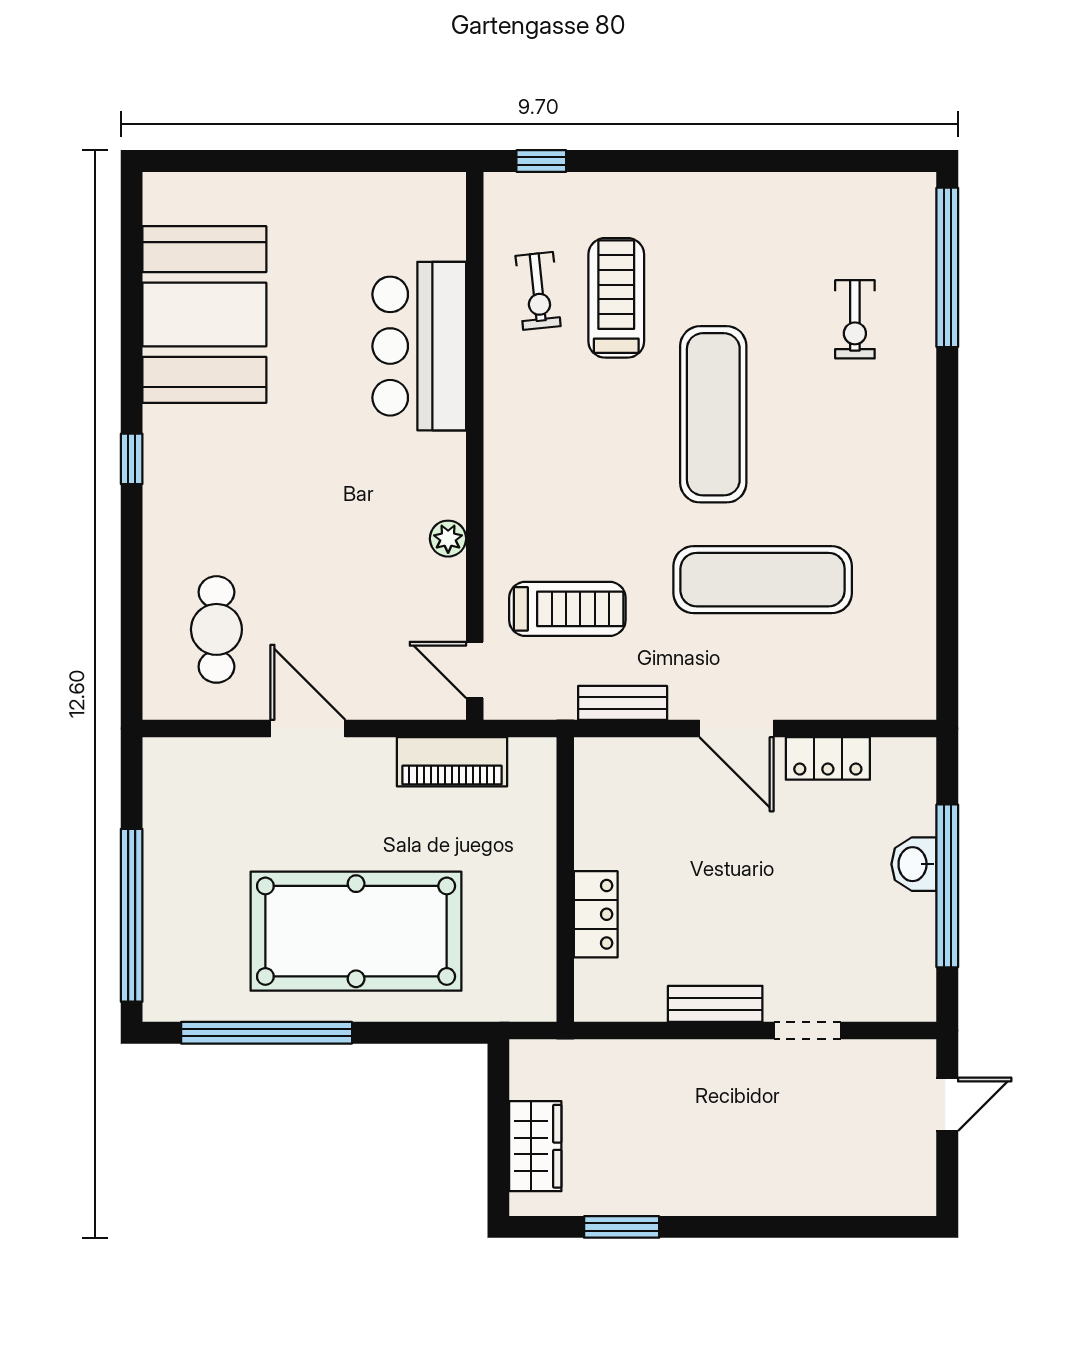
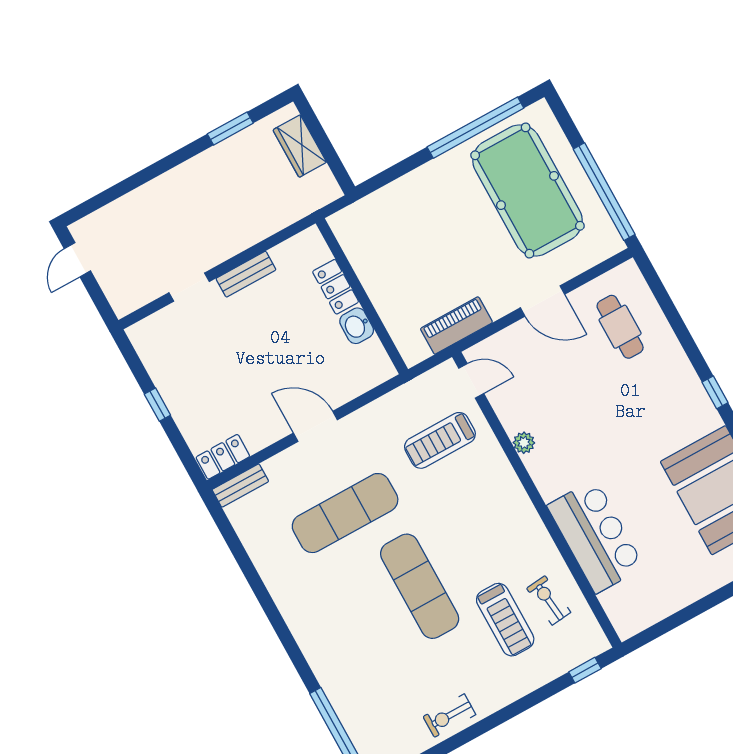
exercise bike: (855, 319) -> (449, 716), moved, turned -90
bench: (623, 703) -> (240, 486), moved
locker: (828, 758) -> (223, 457), moved
washbasin: (914, 864) -> (357, 326), moved, turned 180
window: (947, 886) -> (157, 405), width x0.32
window: (132, 915) -> (604, 192), moved
pool table: (356, 931) -> (528, 191), moved, turned 90
door: (947, 1104) -> (77, 260), moved

